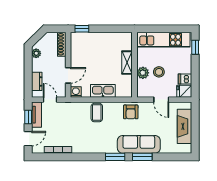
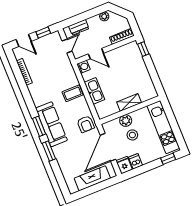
door: (161, 100) -> (108, 147), width x1.88
armchair: (131, 112) -> (86, 124), turned -90
tv unit: (36, 115) -> (48, 39), removed
sofa: (139, 144) -> (51, 124), moved

